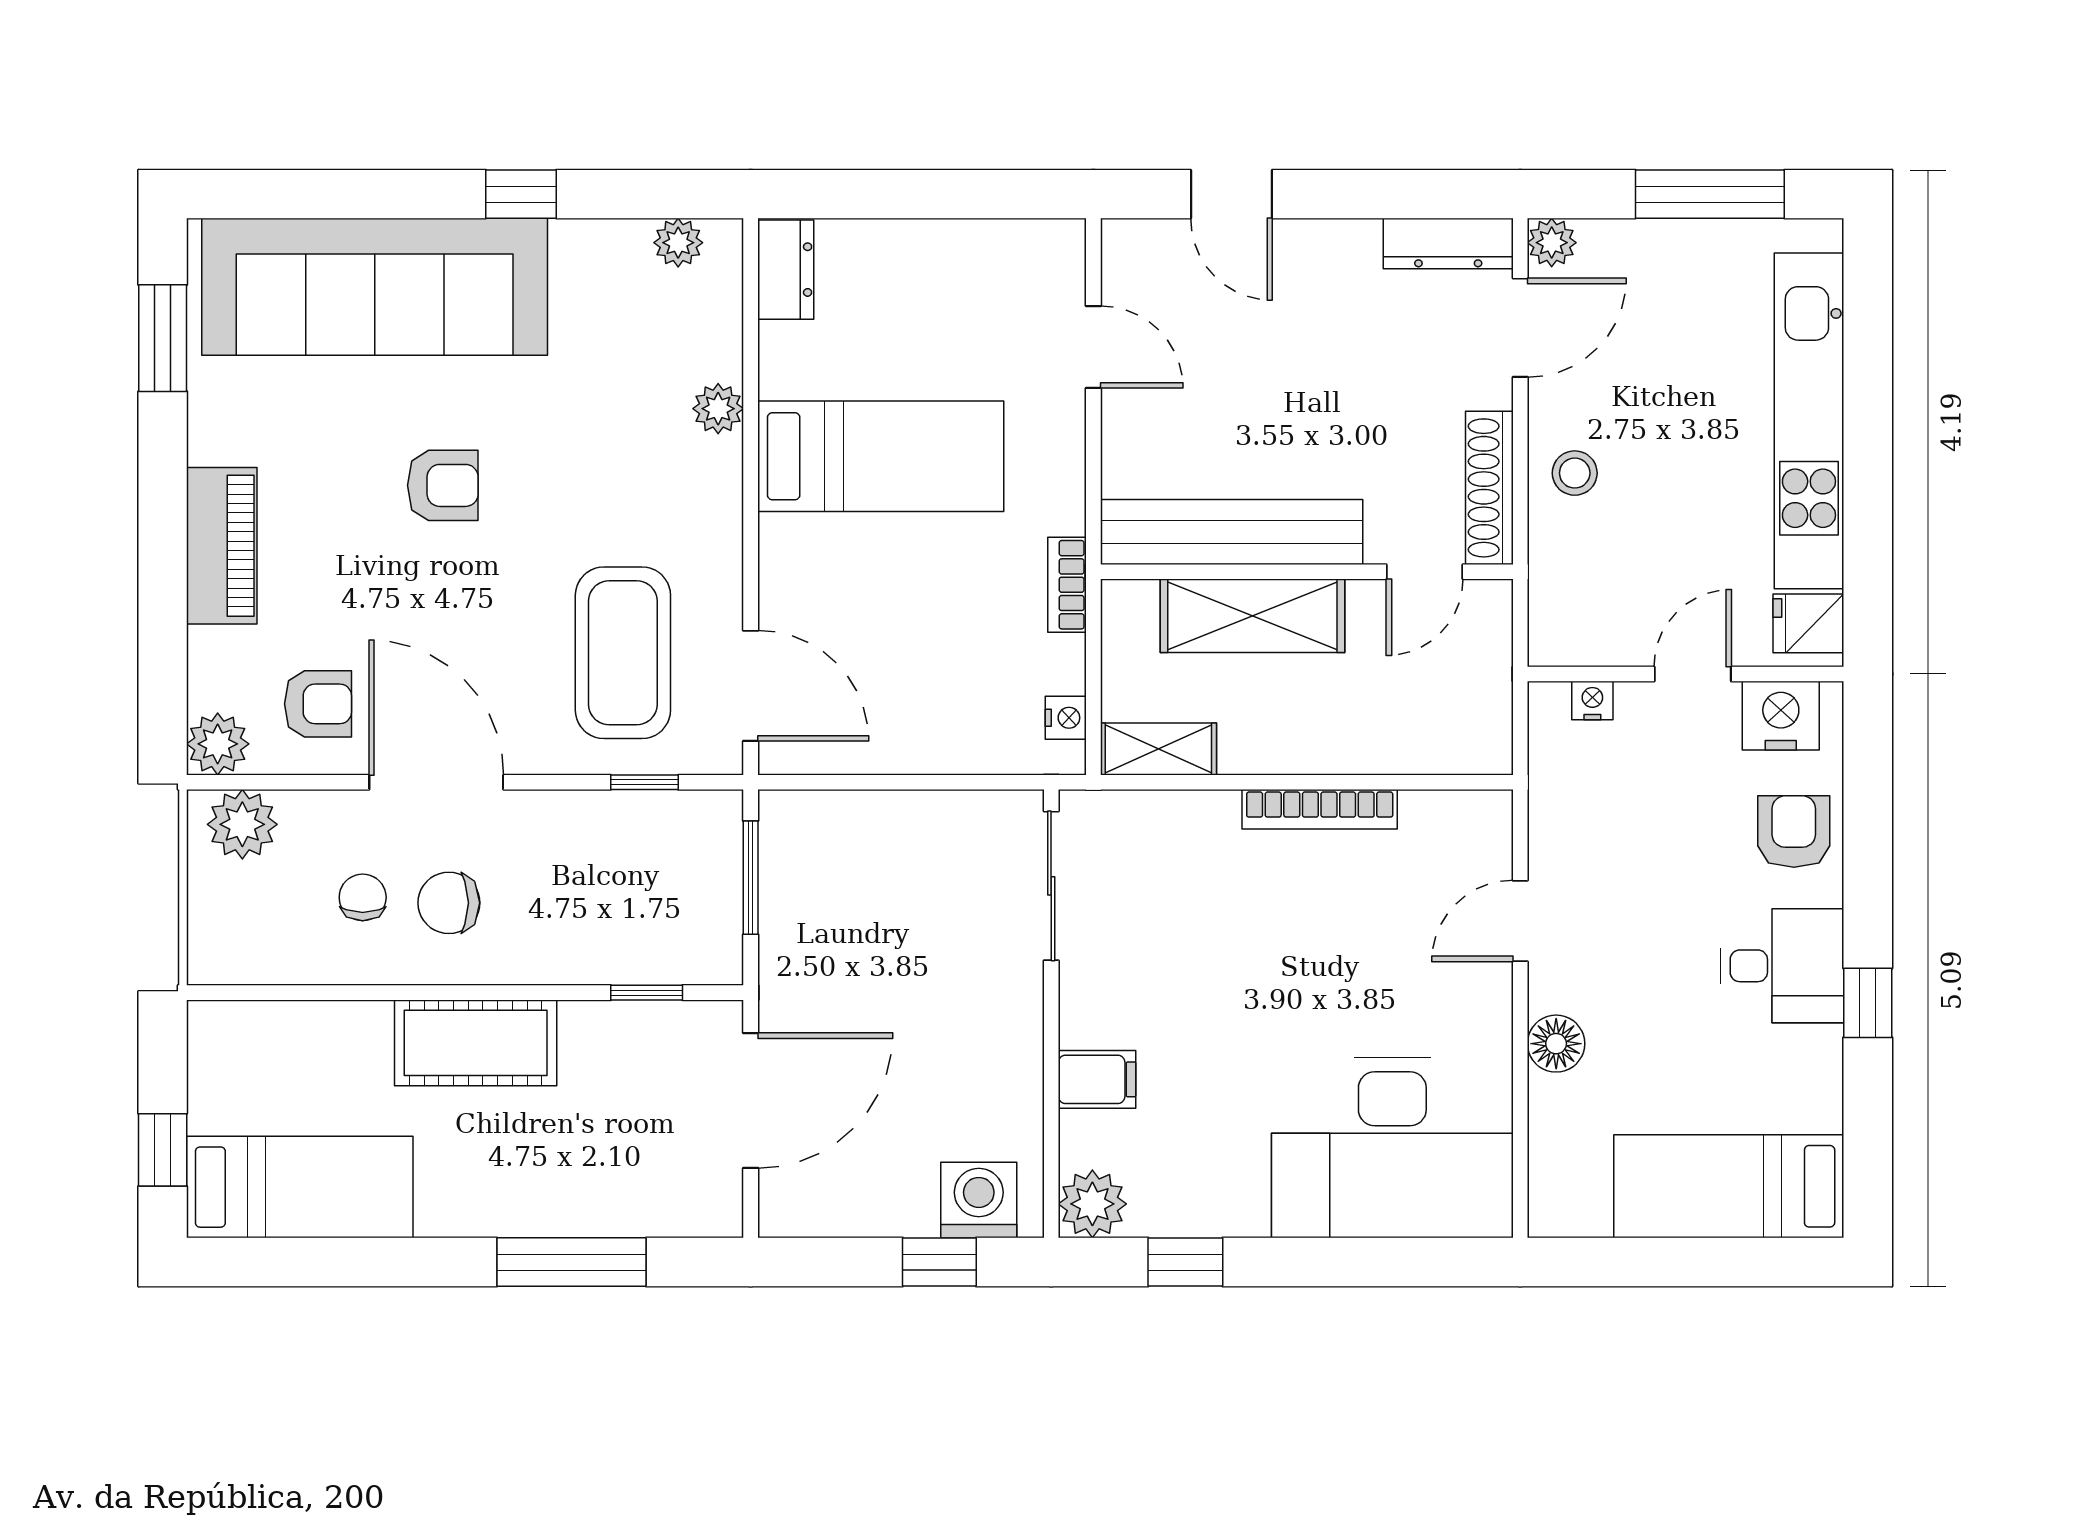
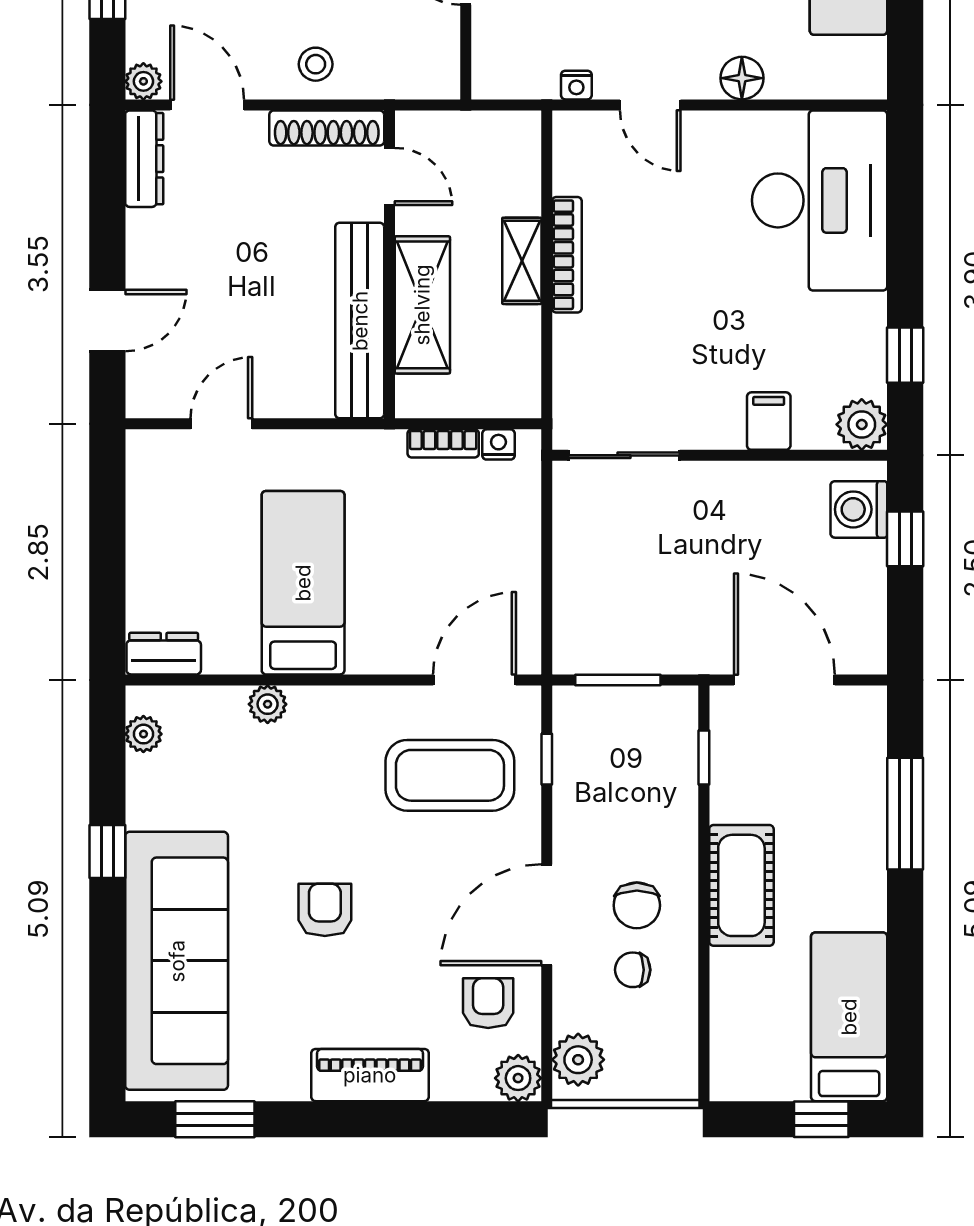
bookcase: (1067, 585) -> (443, 443), moved
nightstand: (1592, 701) -> (576, 85), moved, turned -90
shelving: (1158, 749) -> (522, 261), moved

